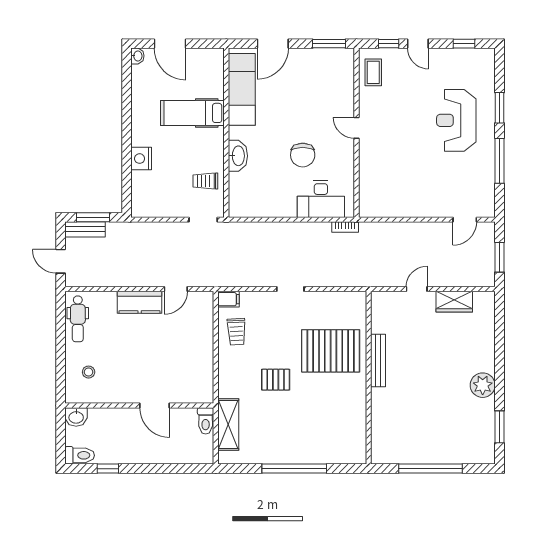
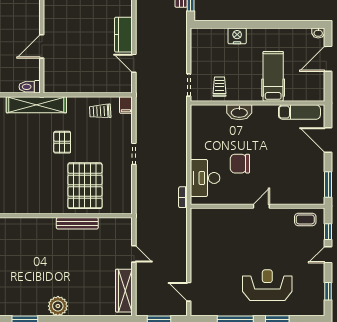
exam couch: (242, 89) -> (299, 112), width x0.73, depth x0.69
wardrobe: (454, 302) -> (124, 291), width x1.50
shelving: (228, 424) -> (36, 105), width x1.47

